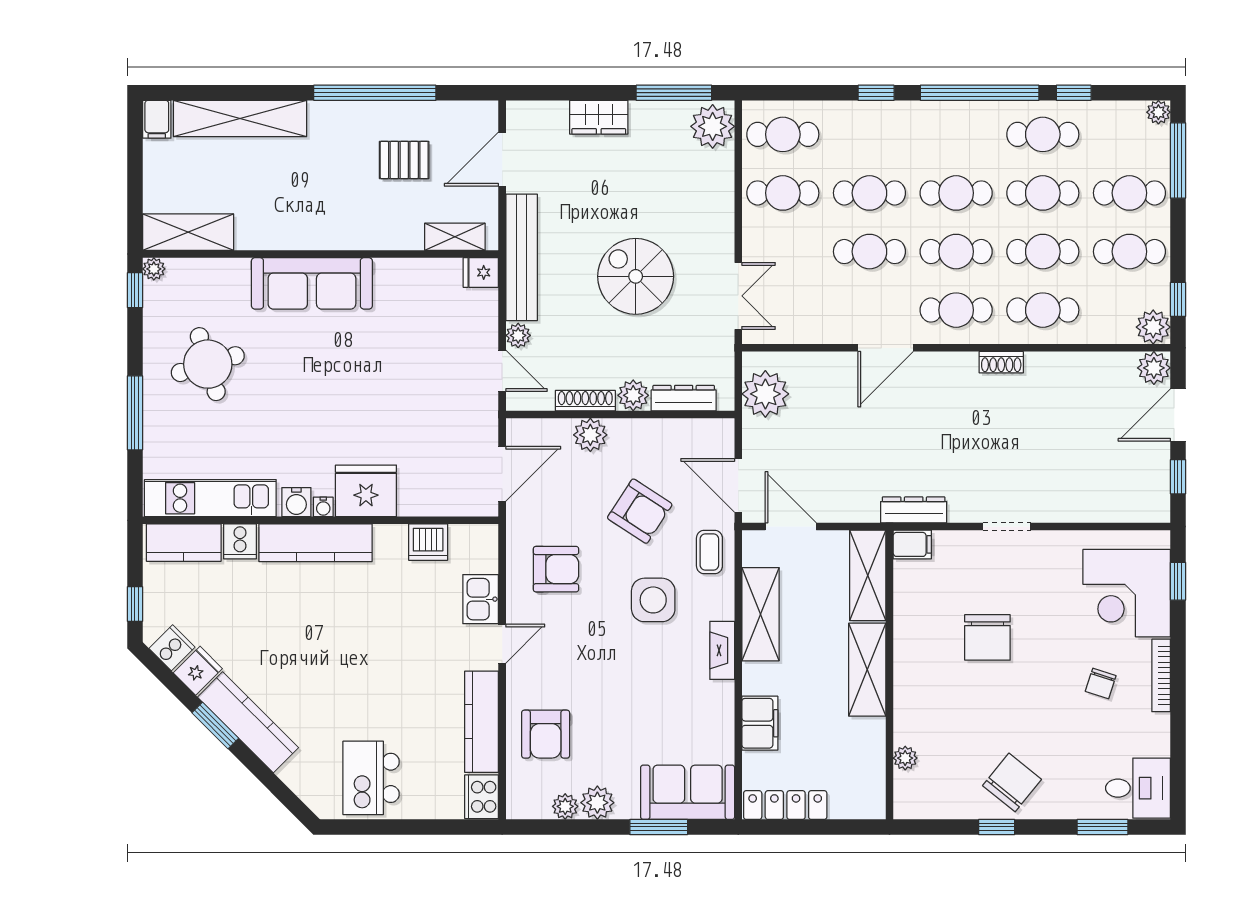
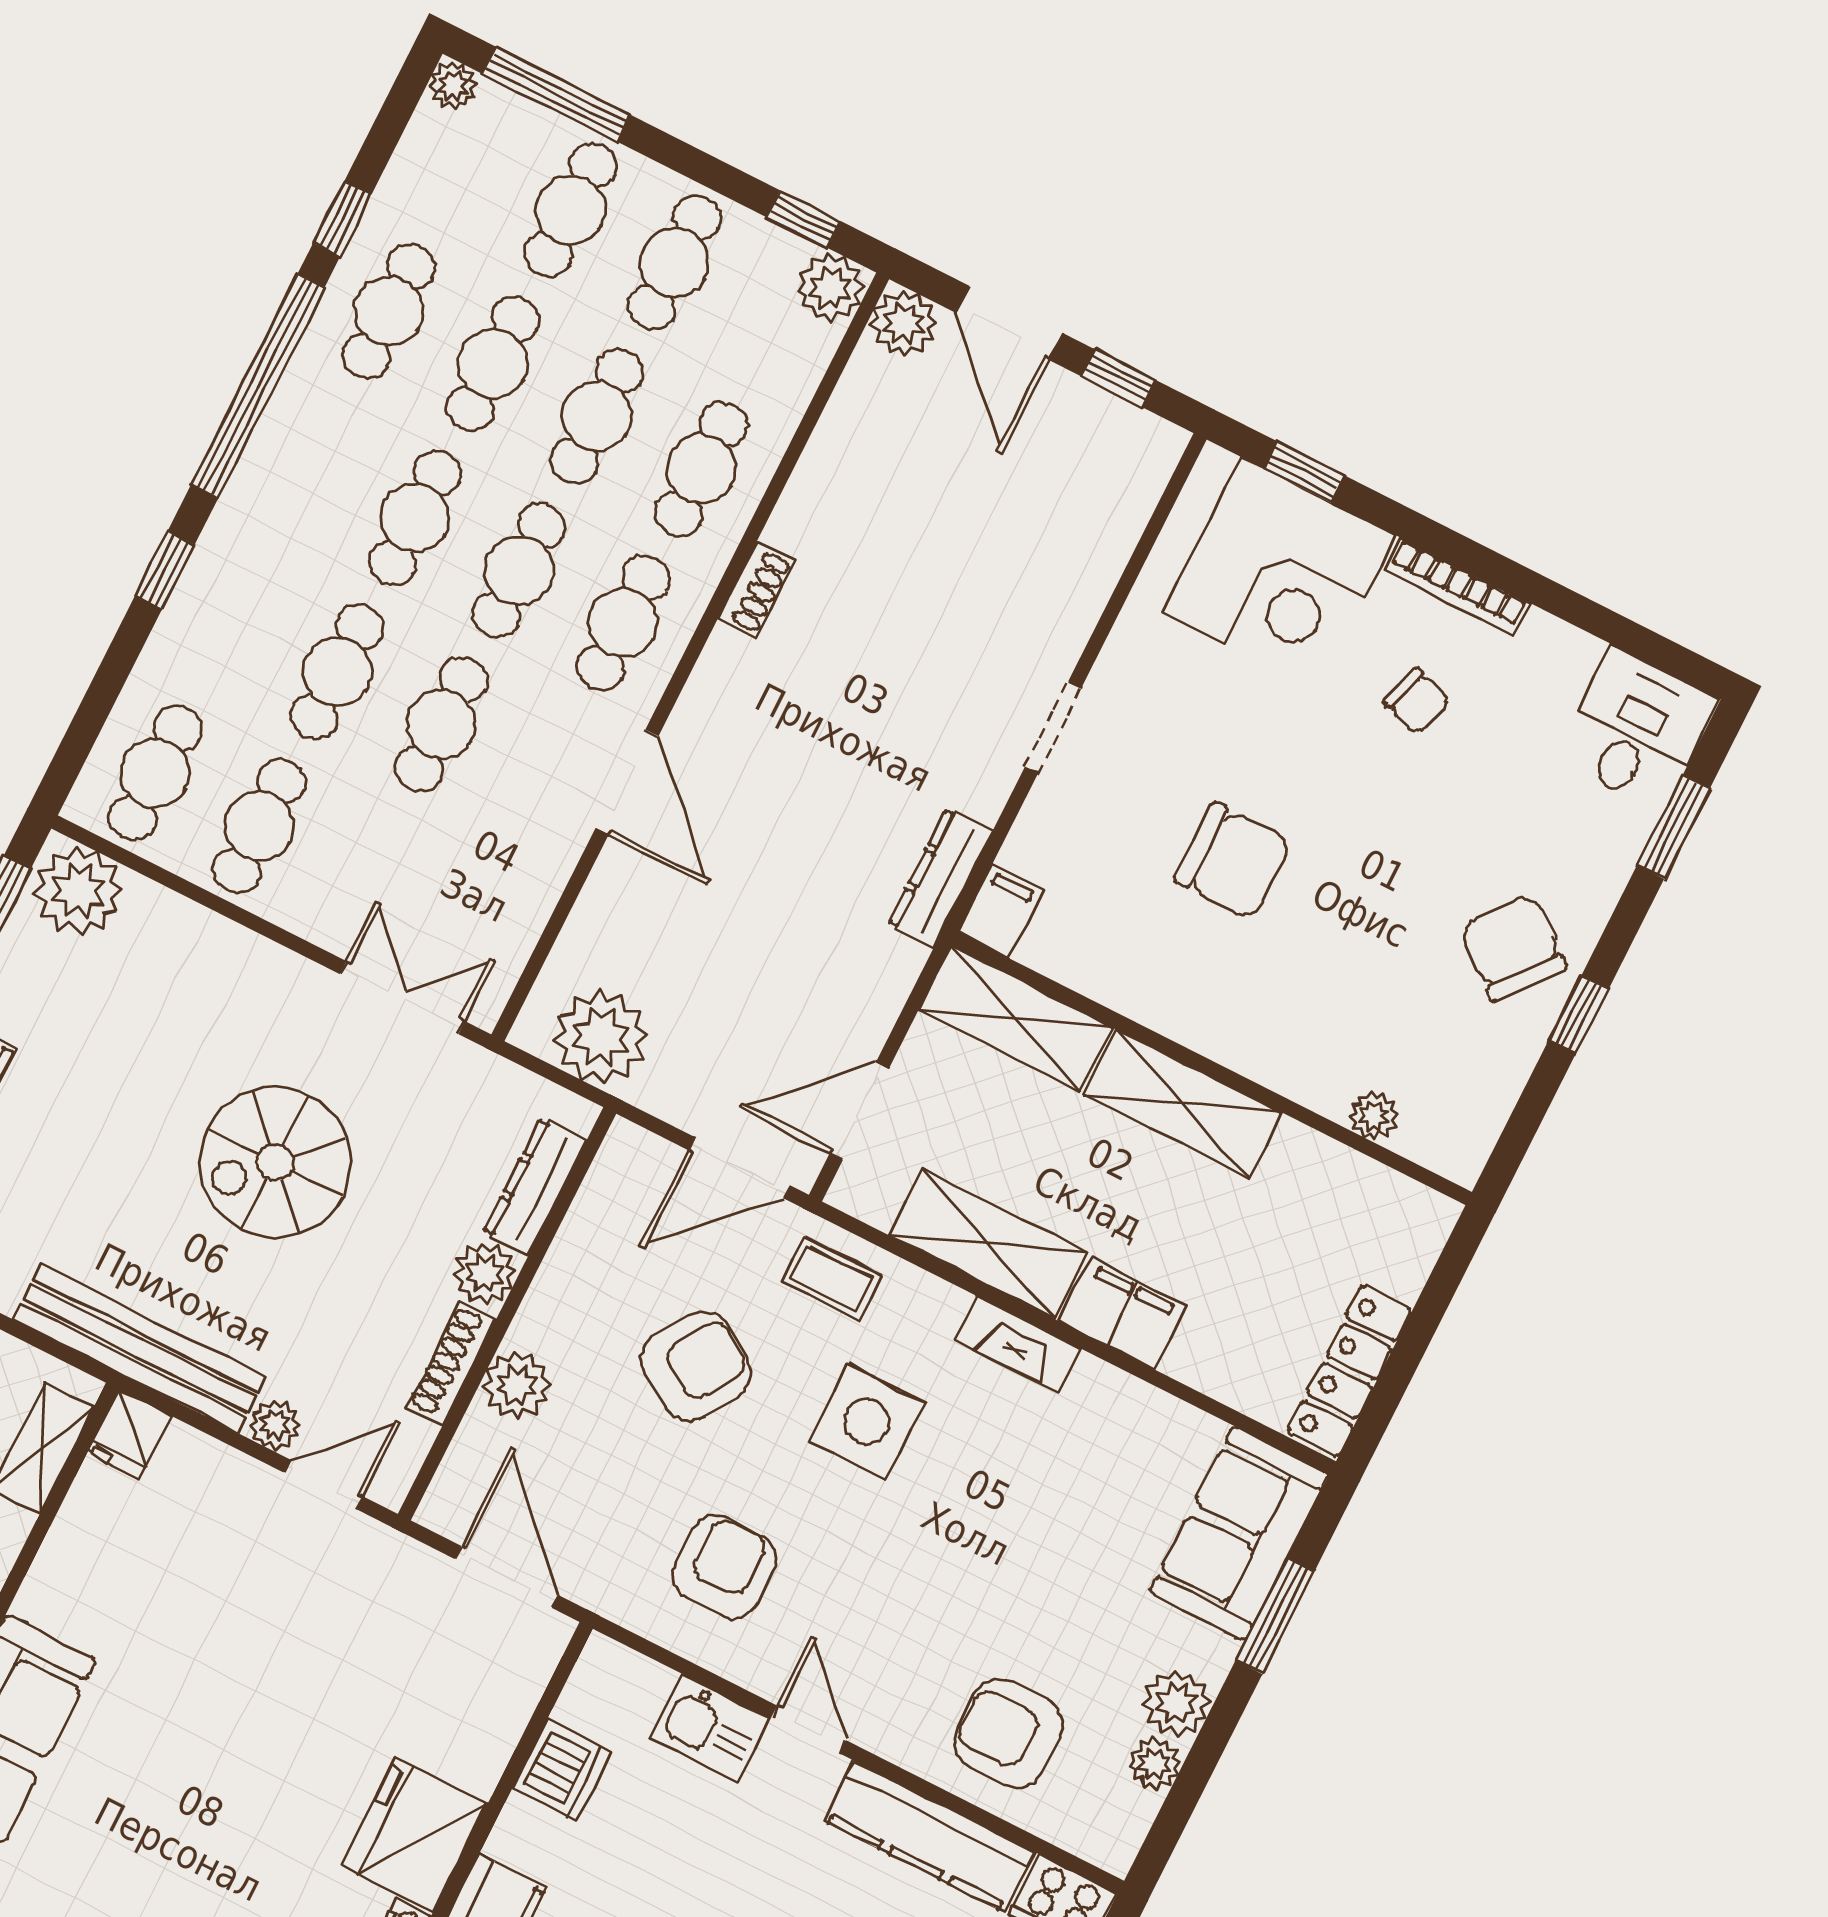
filing cabinet: (760, 723) -> (1123, 1313), moved
armchair: (546, 734) -> (1008, 1733), turned 180

